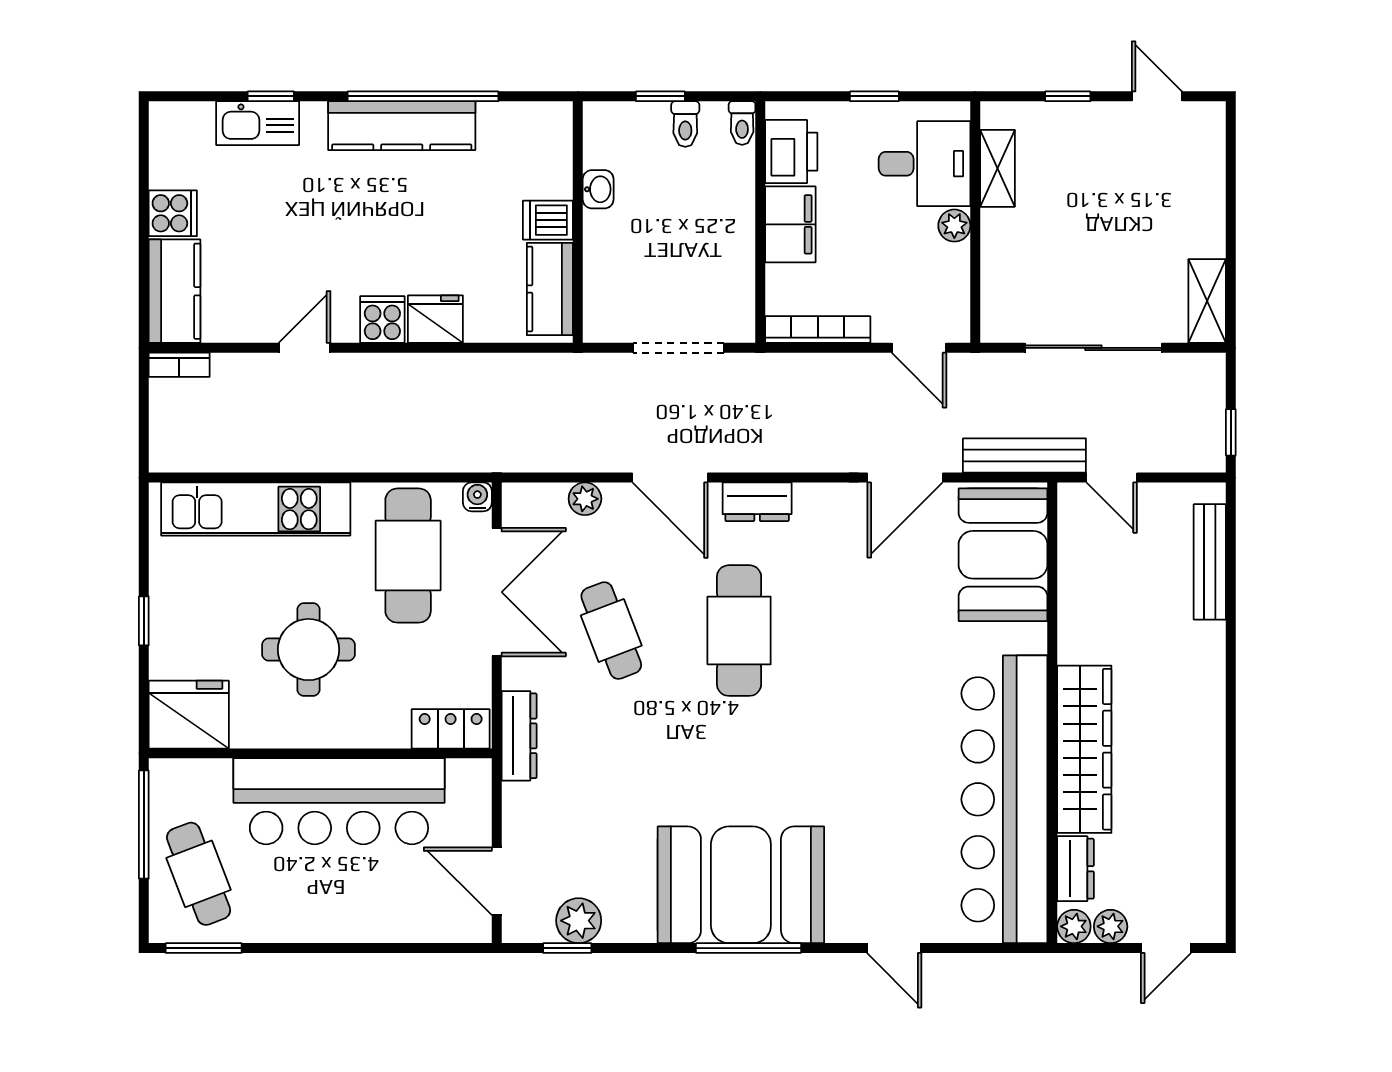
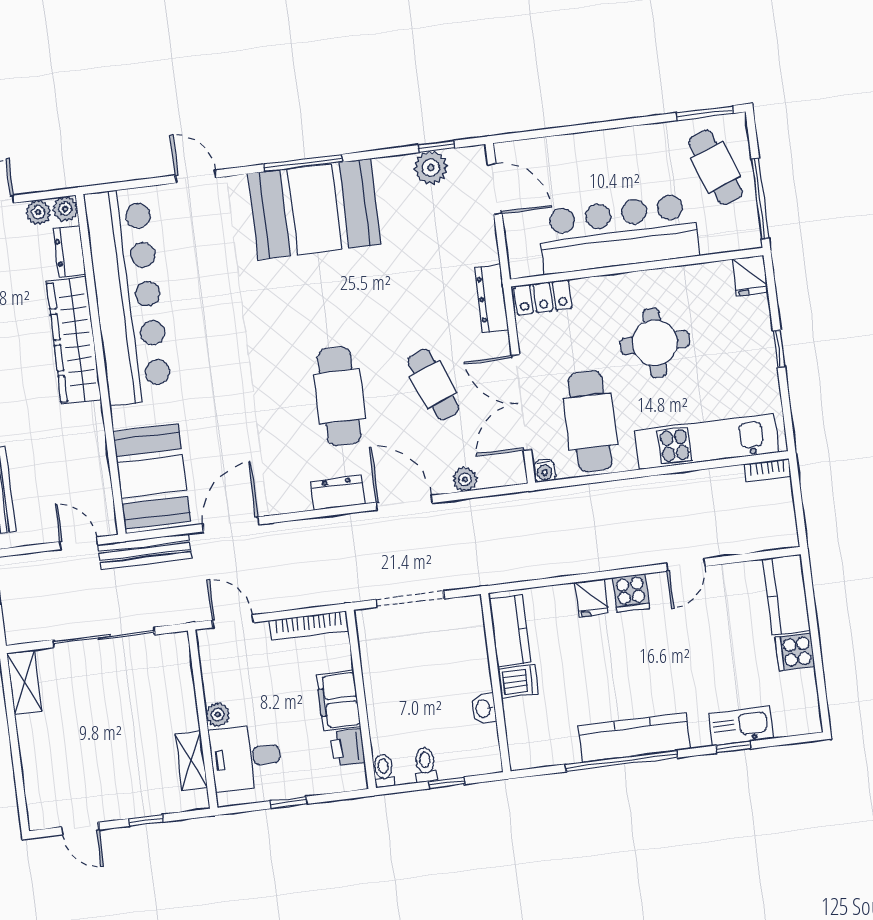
printer: (791, 152) -> (348, 747), width x0.73, depth x0.81
fridge: (435, 319) -> (592, 598), width x0.72
bookcase: (179, 365) -> (768, 470), moved, turned 180
fridge: (189, 715) -> (750, 276), width x0.53, depth x0.75

